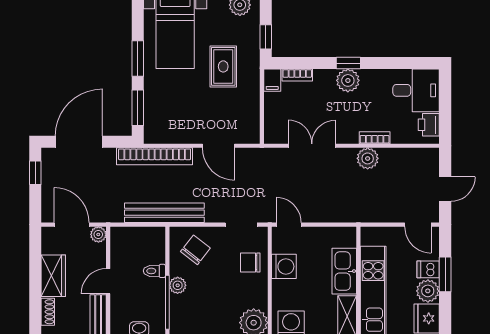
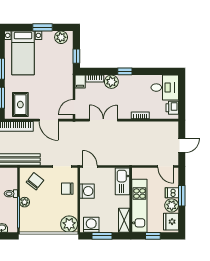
rug: (223, 66) -> (20, 105), moved
plant: (348, 80) -> (111, 82), moved
door: (262, 123) -> (74, 107), added
plant: (368, 158) -> (136, 128), removed
kitchen sink: (344, 271) -> (122, 181), moved

